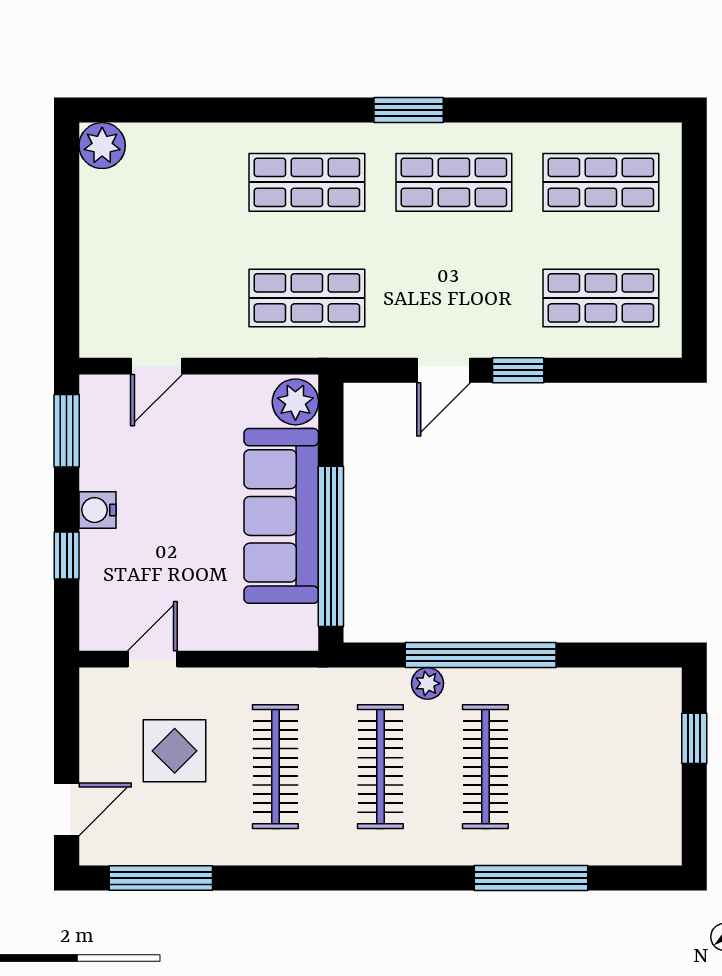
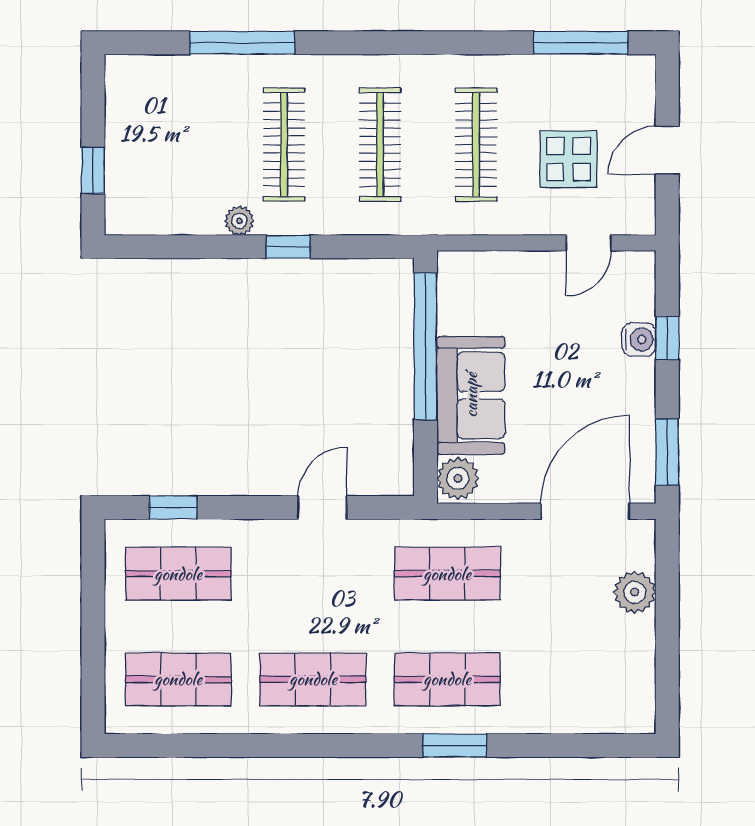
window: (409, 110) -> (455, 745), moved
plant: (102, 146) -> (635, 592), moved
door: (156, 366) -> (585, 511), width x1.87
window: (518, 370) -> (173, 507), moved
water cooler: (97, 510) -> (639, 340), moved
sofa: (281, 516) -> (471, 395), width x0.73
window: (481, 655) -> (288, 247), width x0.32
plant: (427, 683) -> (239, 221), moved
door: (67, 809) -> (667, 150), moved

